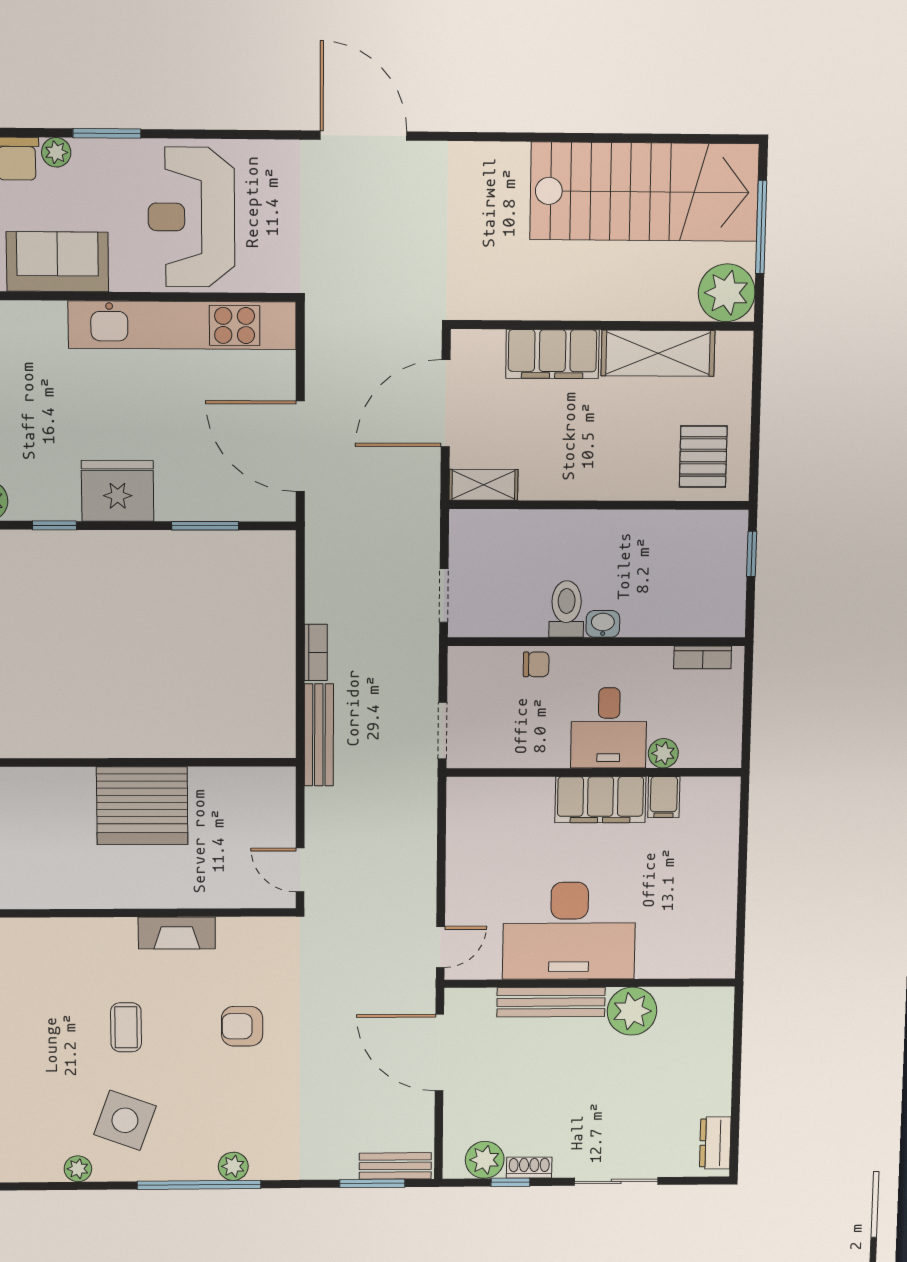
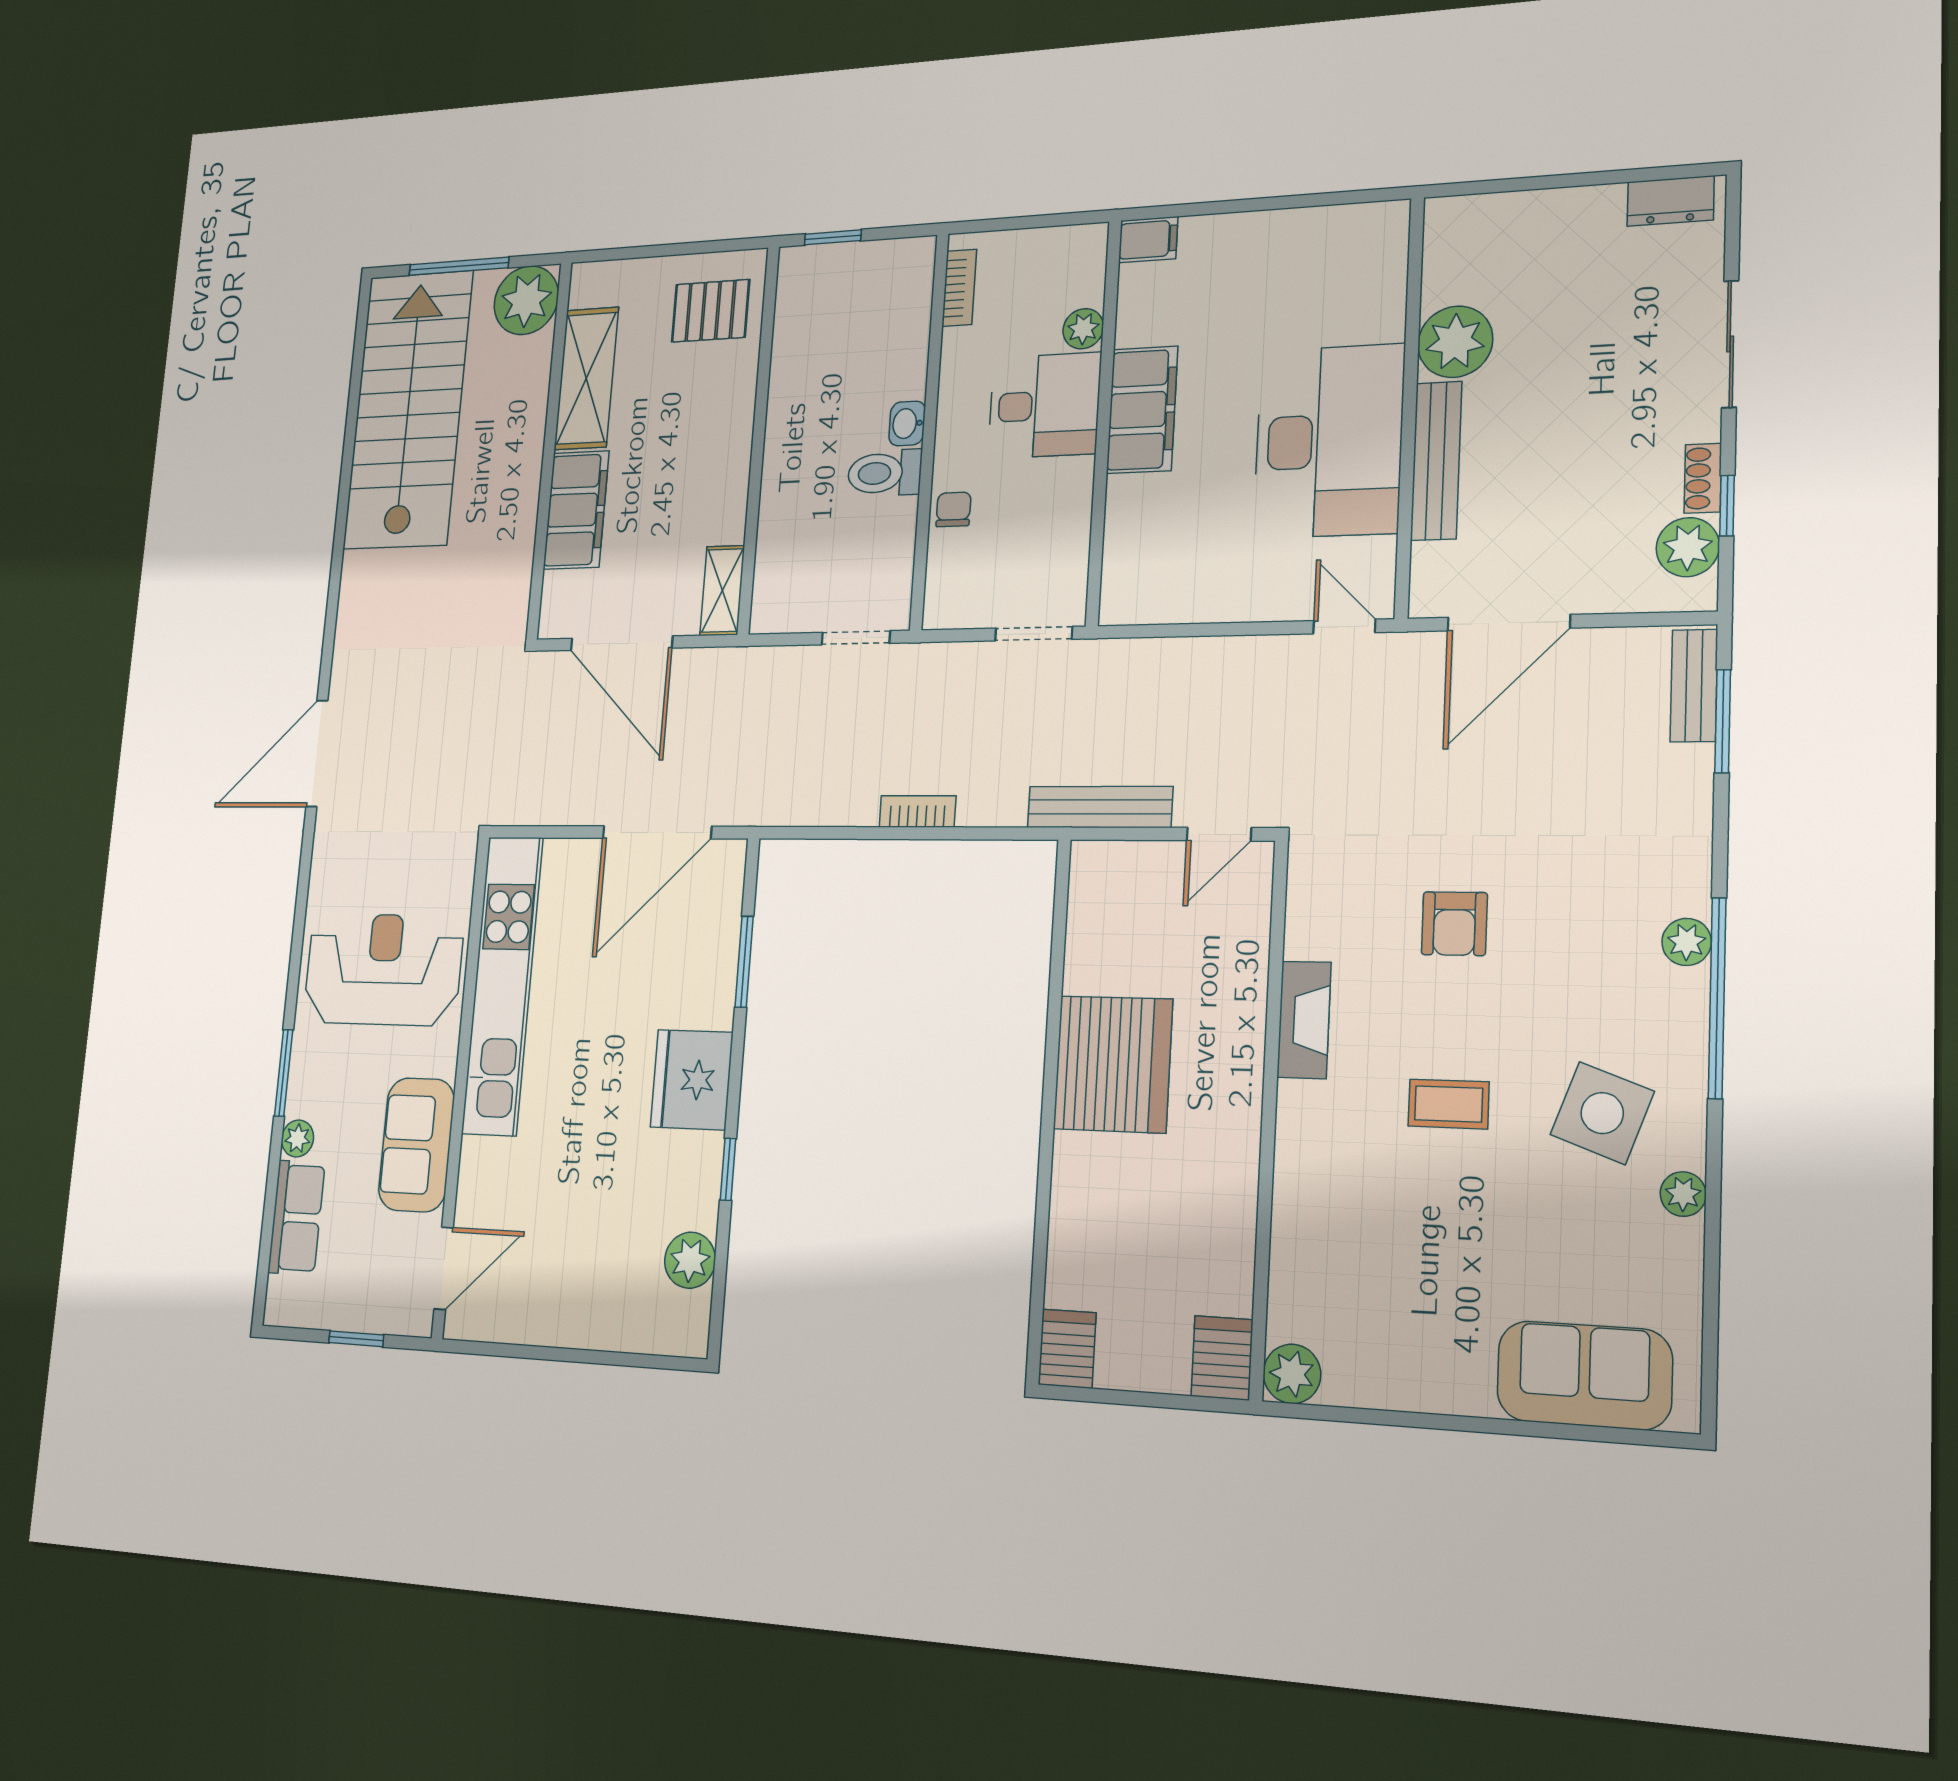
reception desk: (191, 217) -> (383, 969), turned 180
bench: (319, 735) -> (1100, 807), moved
filing cabinet: (664, 797) -> (1148, 240), moved

